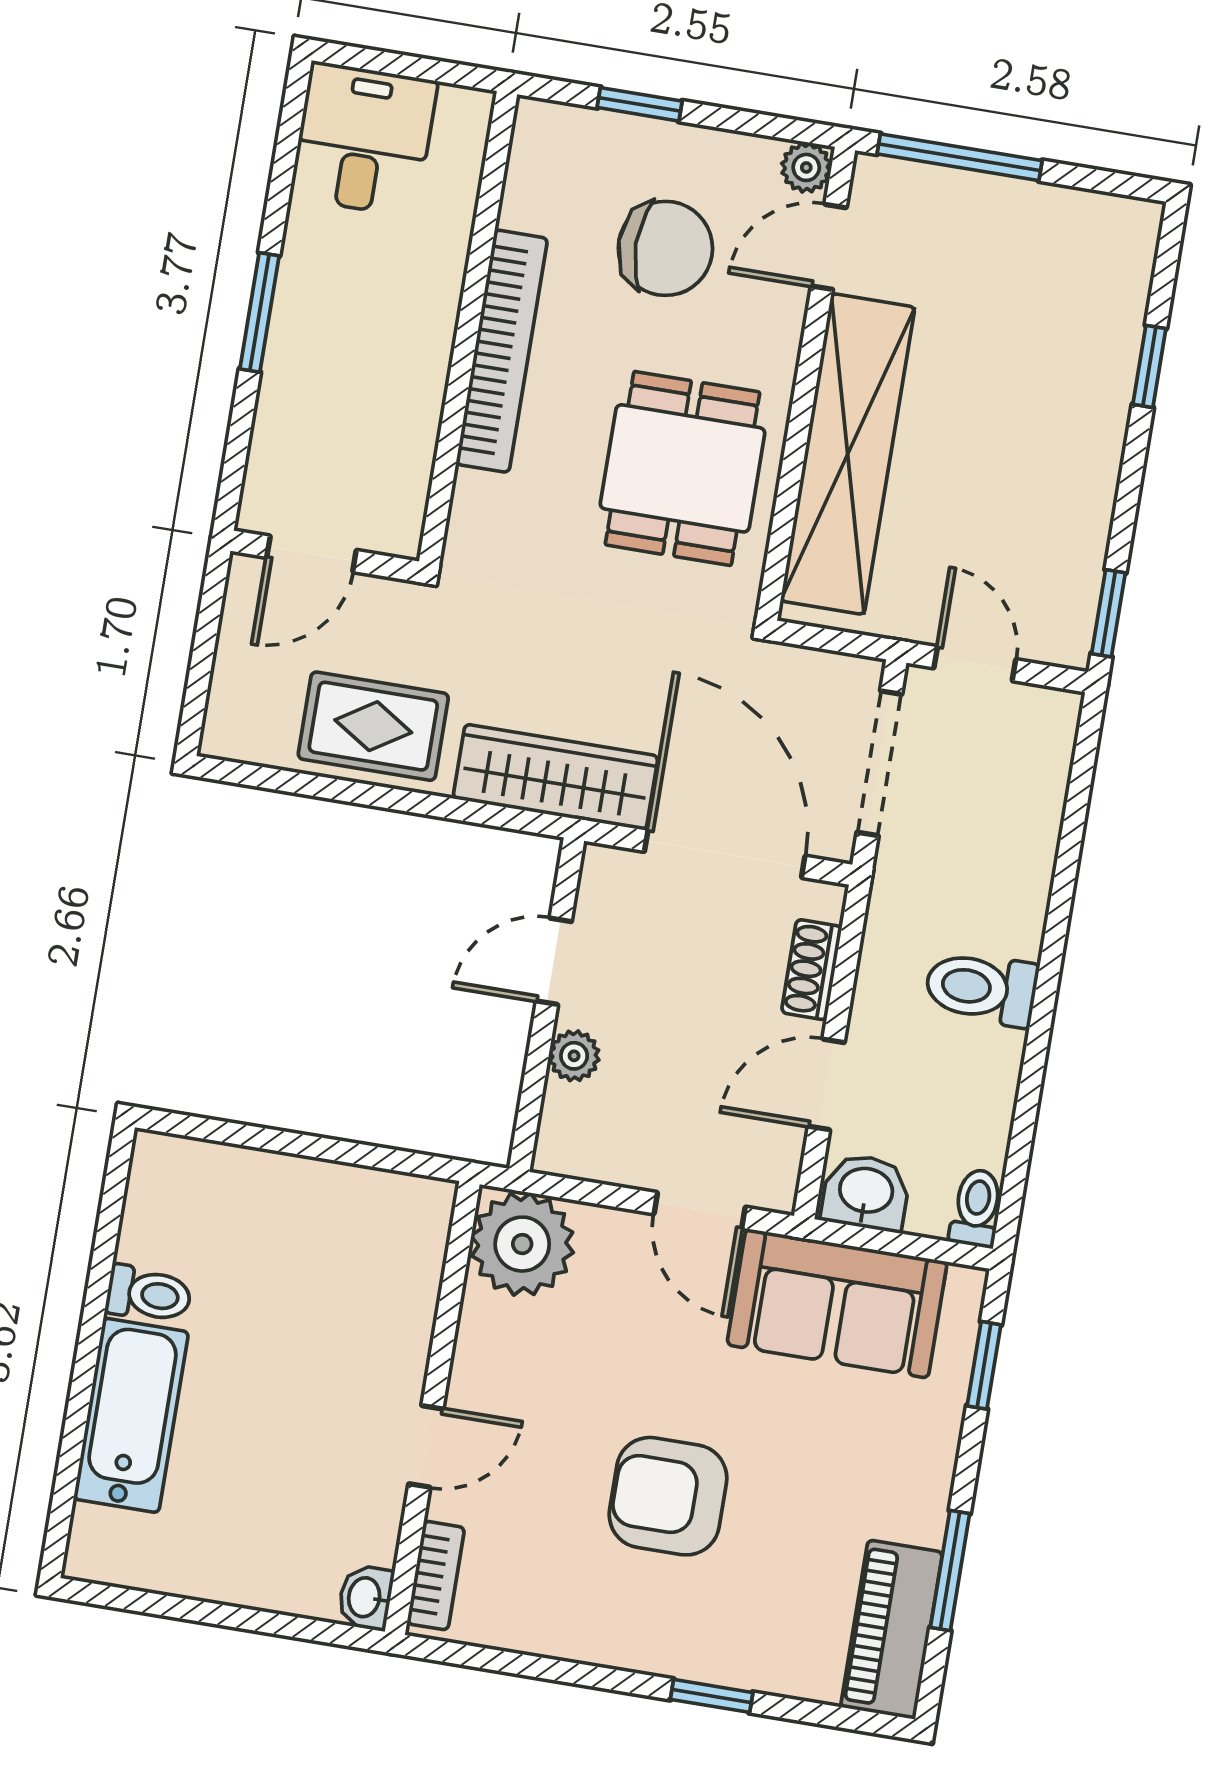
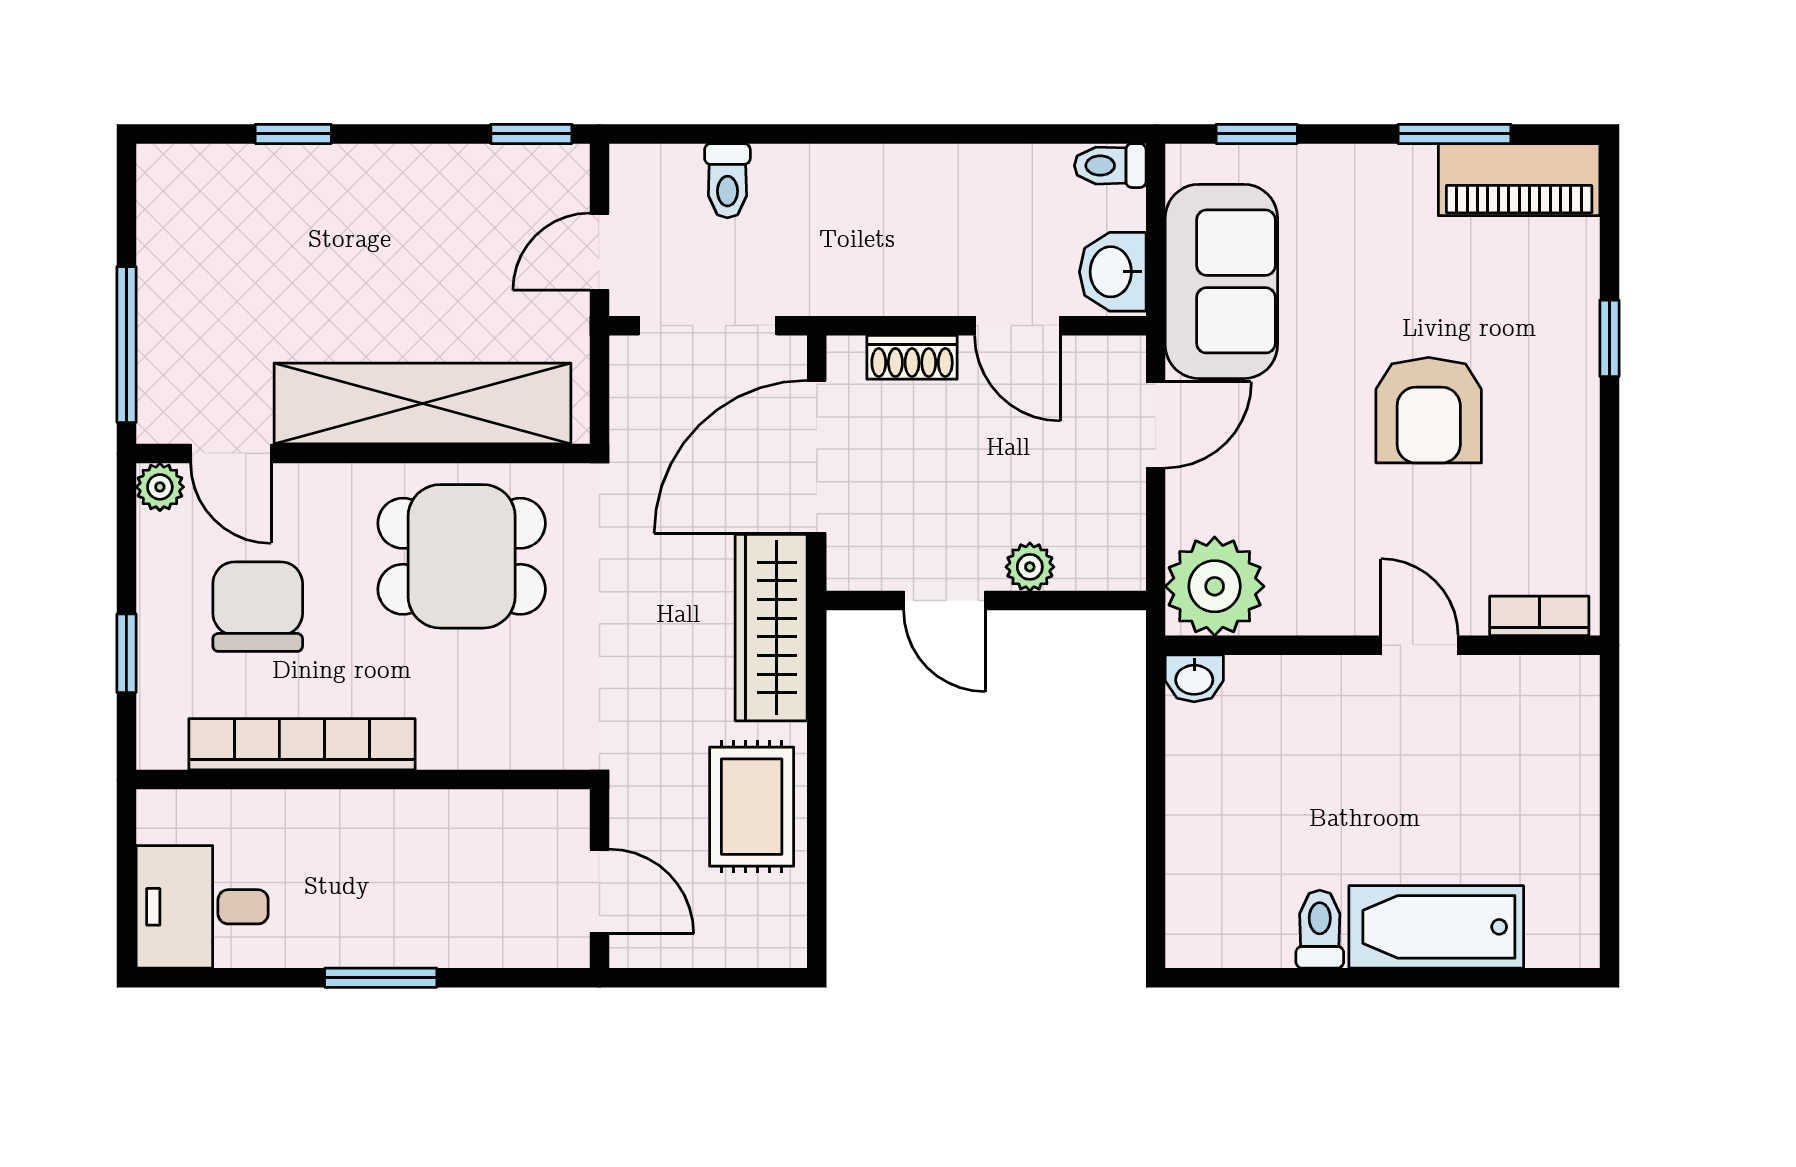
bookcase: (502, 351) -> (302, 744), moved
toilet: (981, 988) -> (727, 181), moved, width x0.73, depth x0.72
washbasin: (366, 1598) -> (1194, 678), moved

